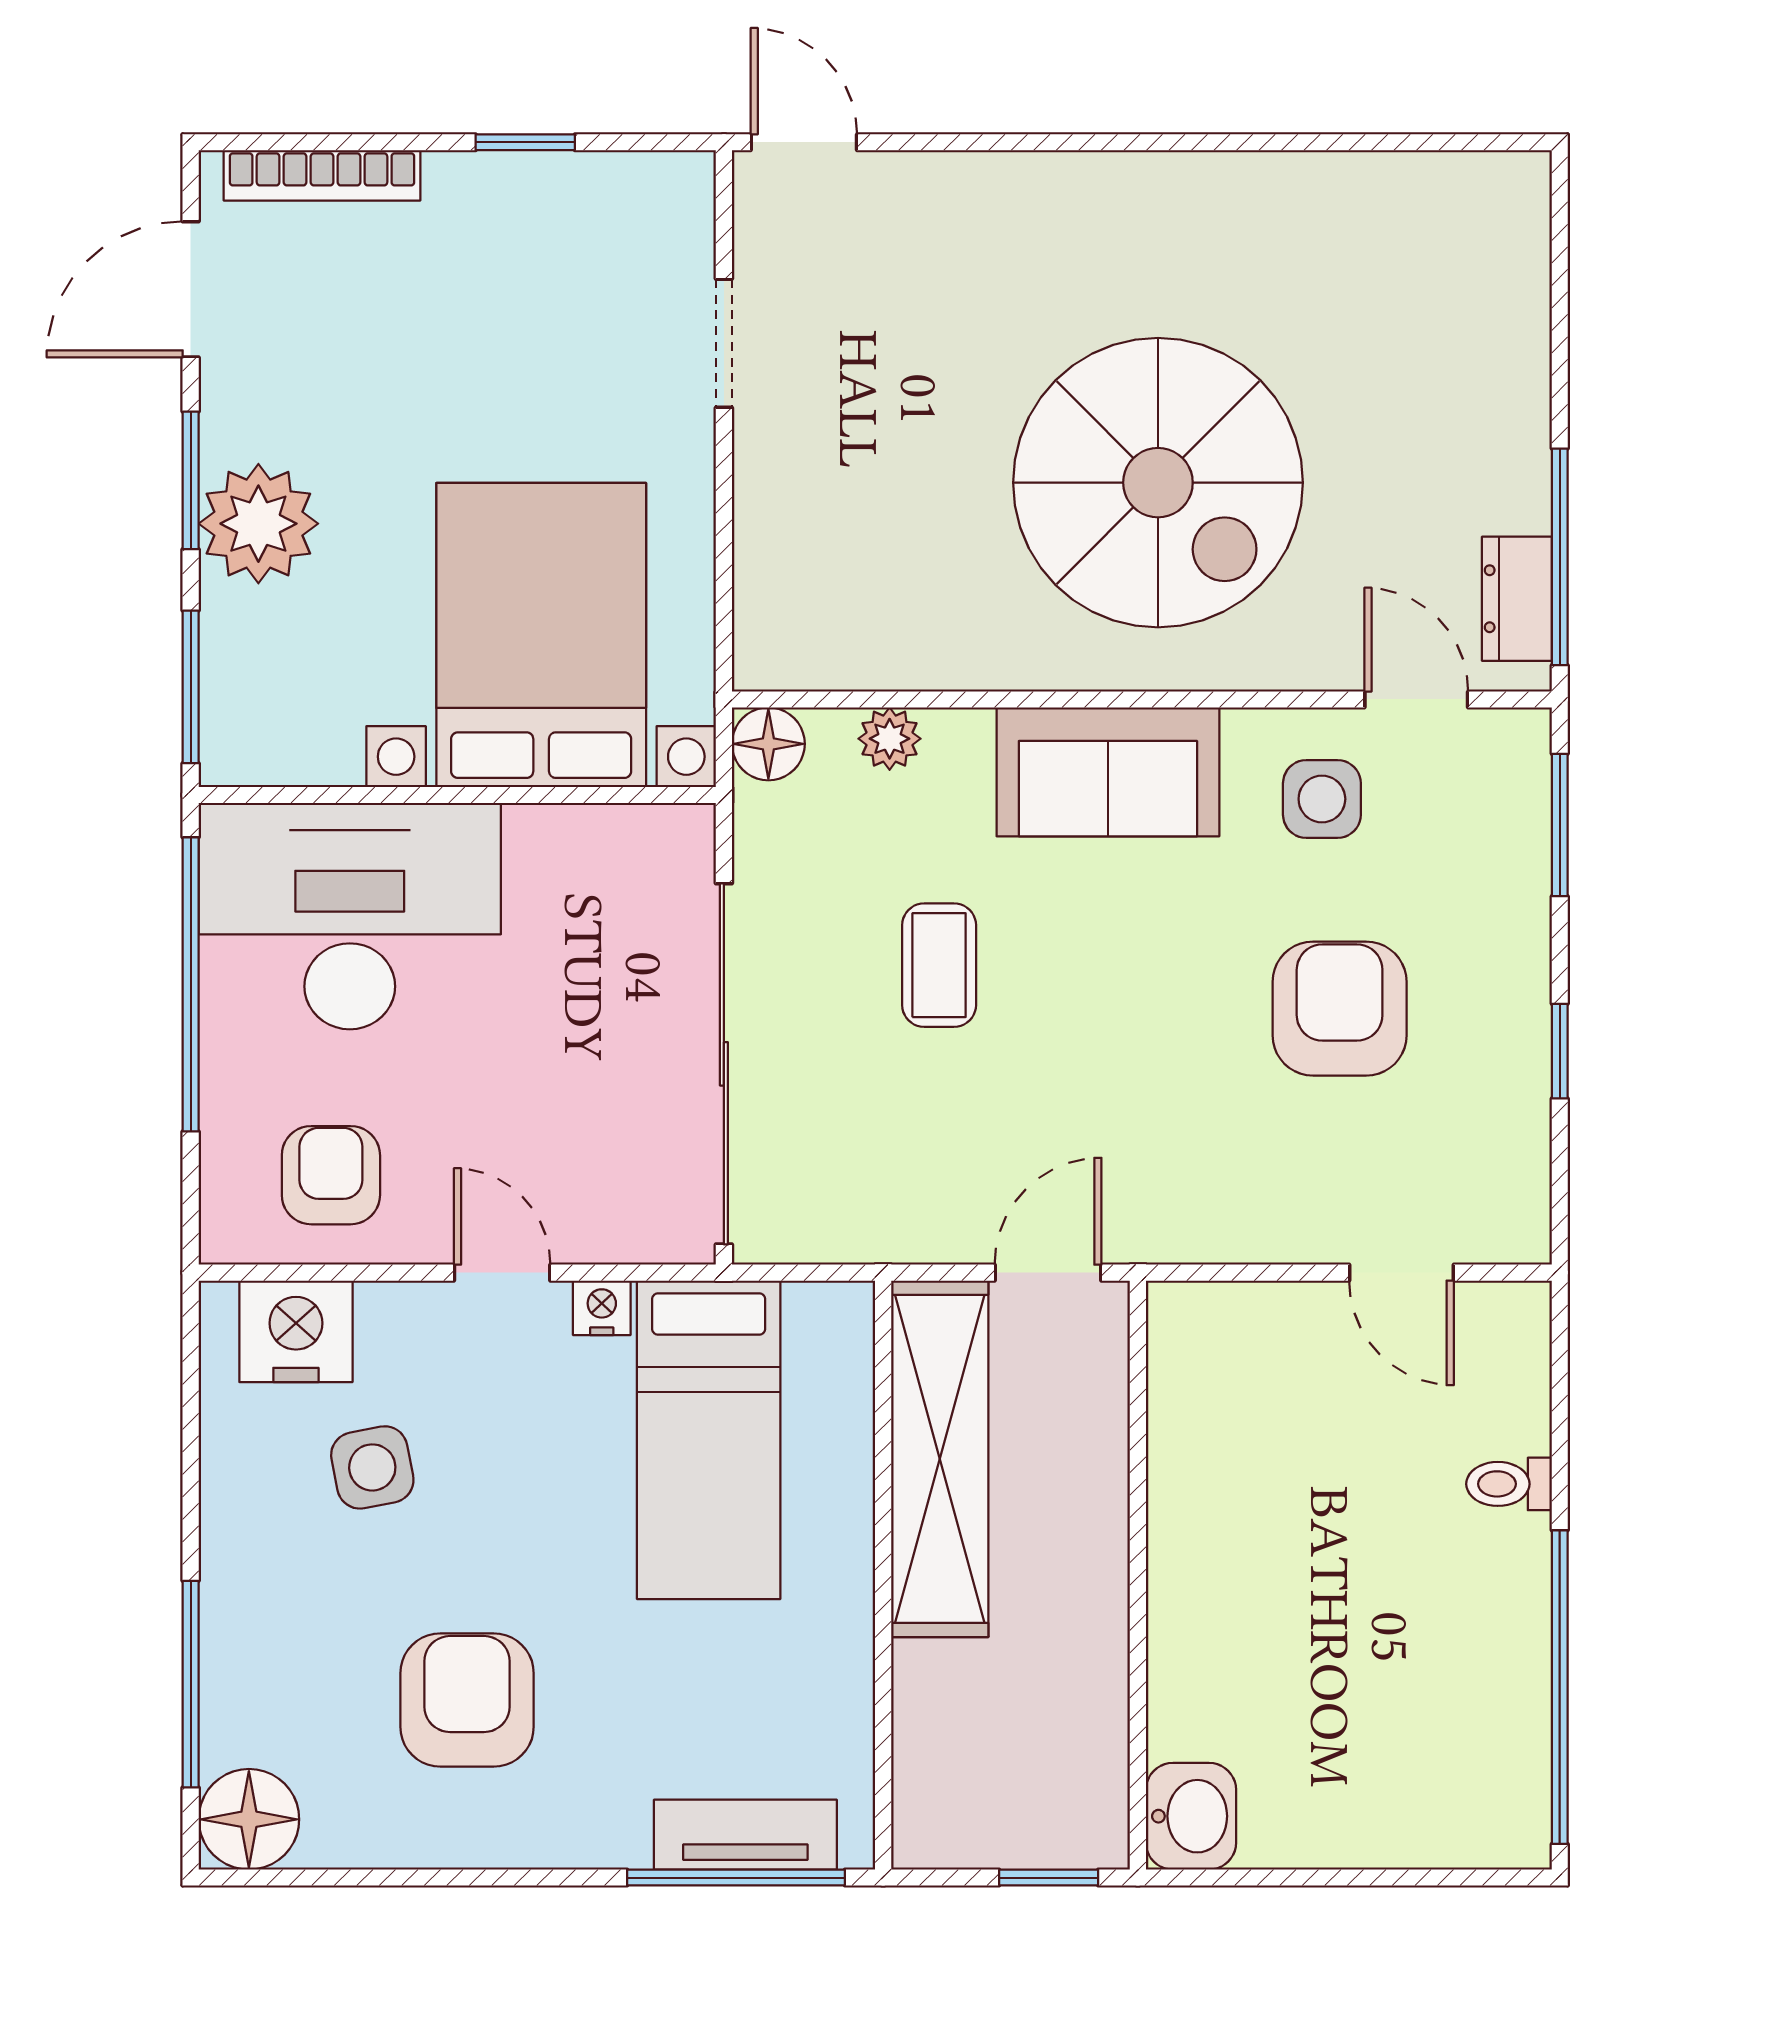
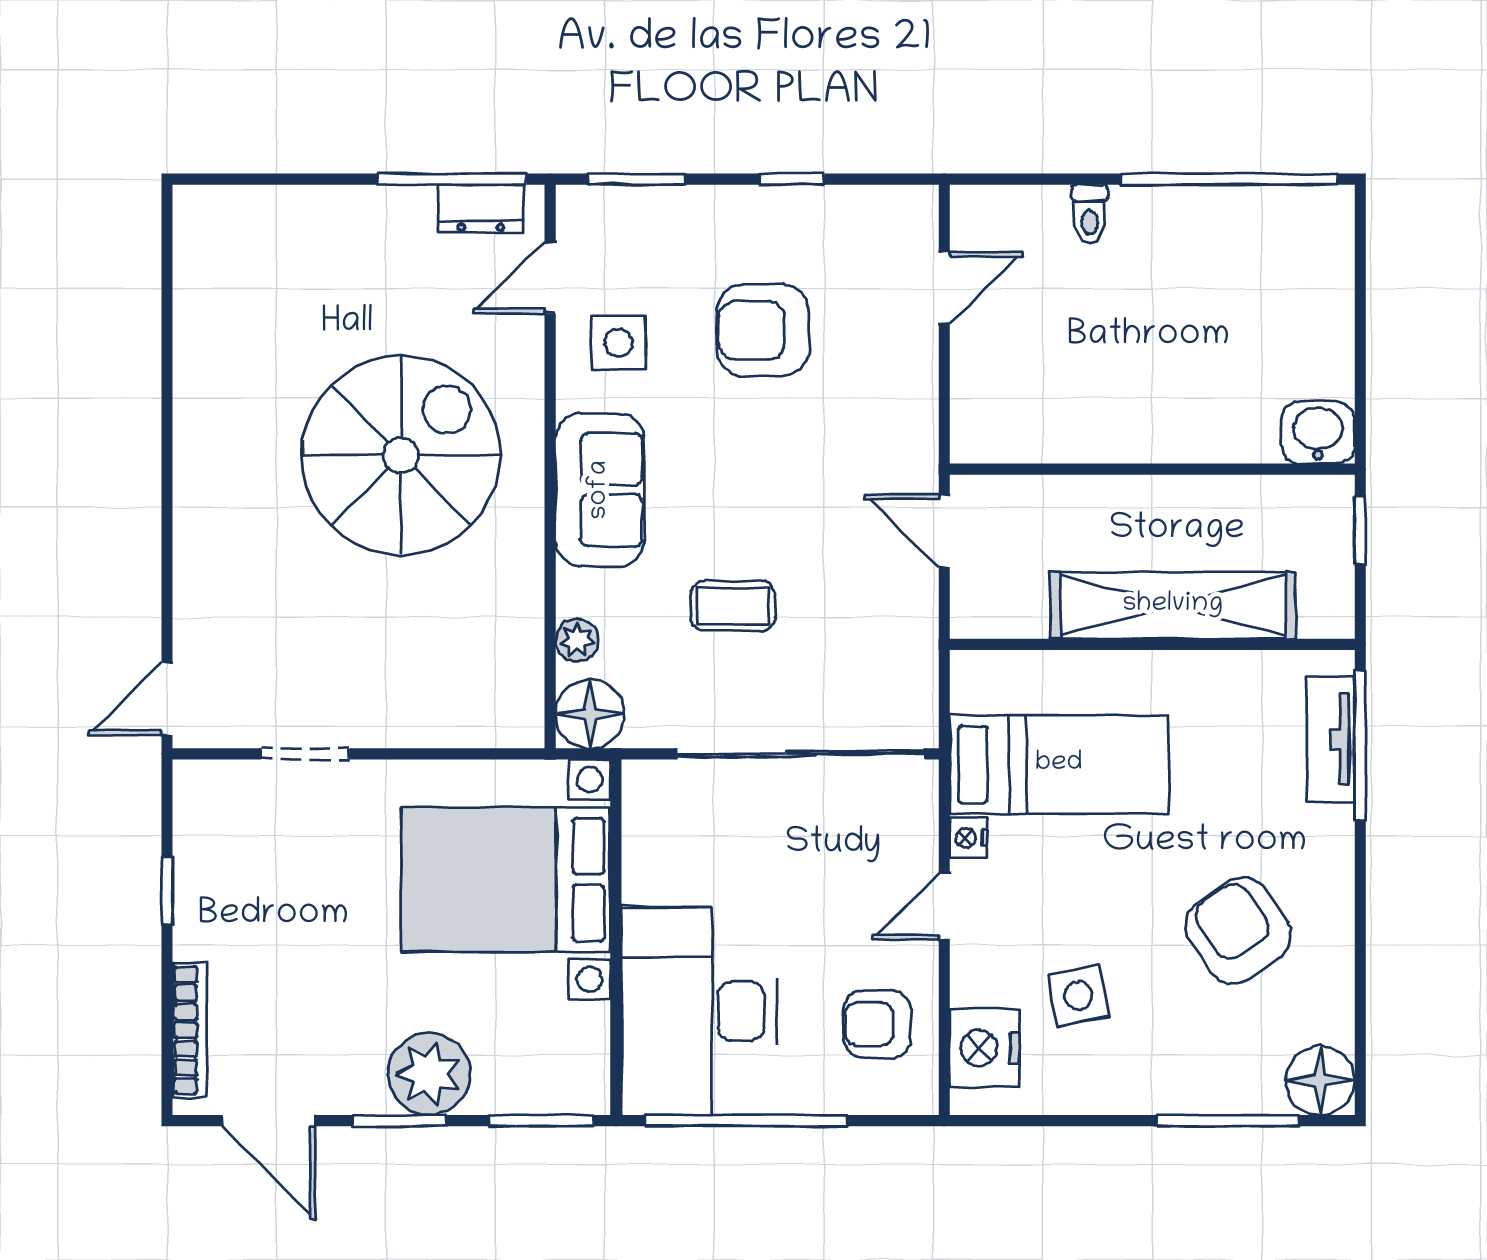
floor lamp: (768, 744) -> (590, 714), width x1.38, depth x1.38
shelving: (940, 1459) -> (1173, 605), moved
armchair: (467, 1700) -> (1238, 930), turned 56

